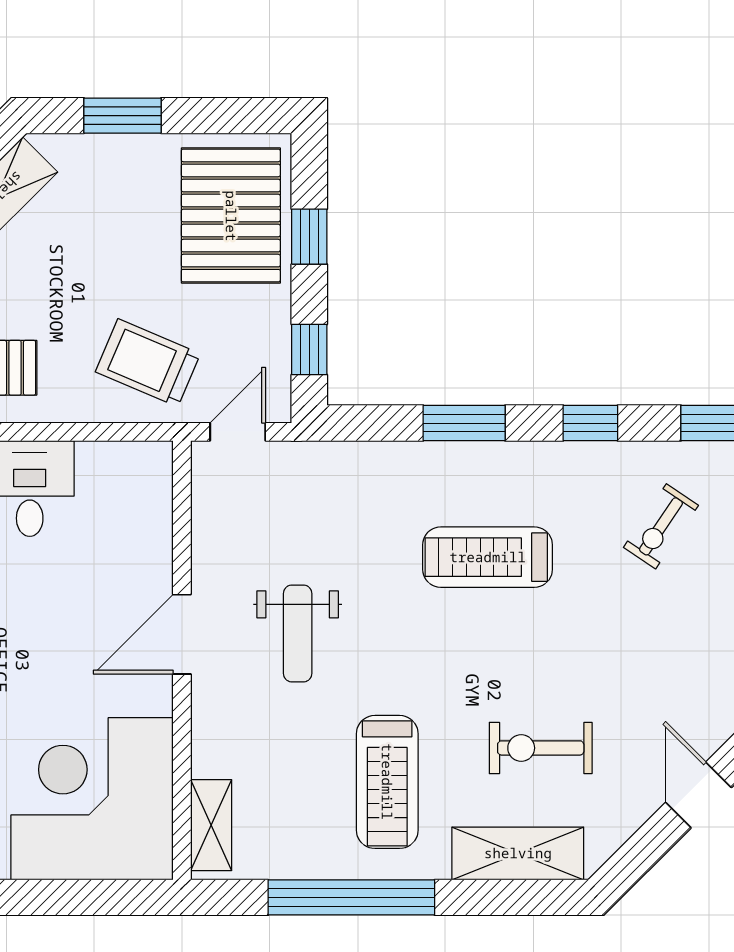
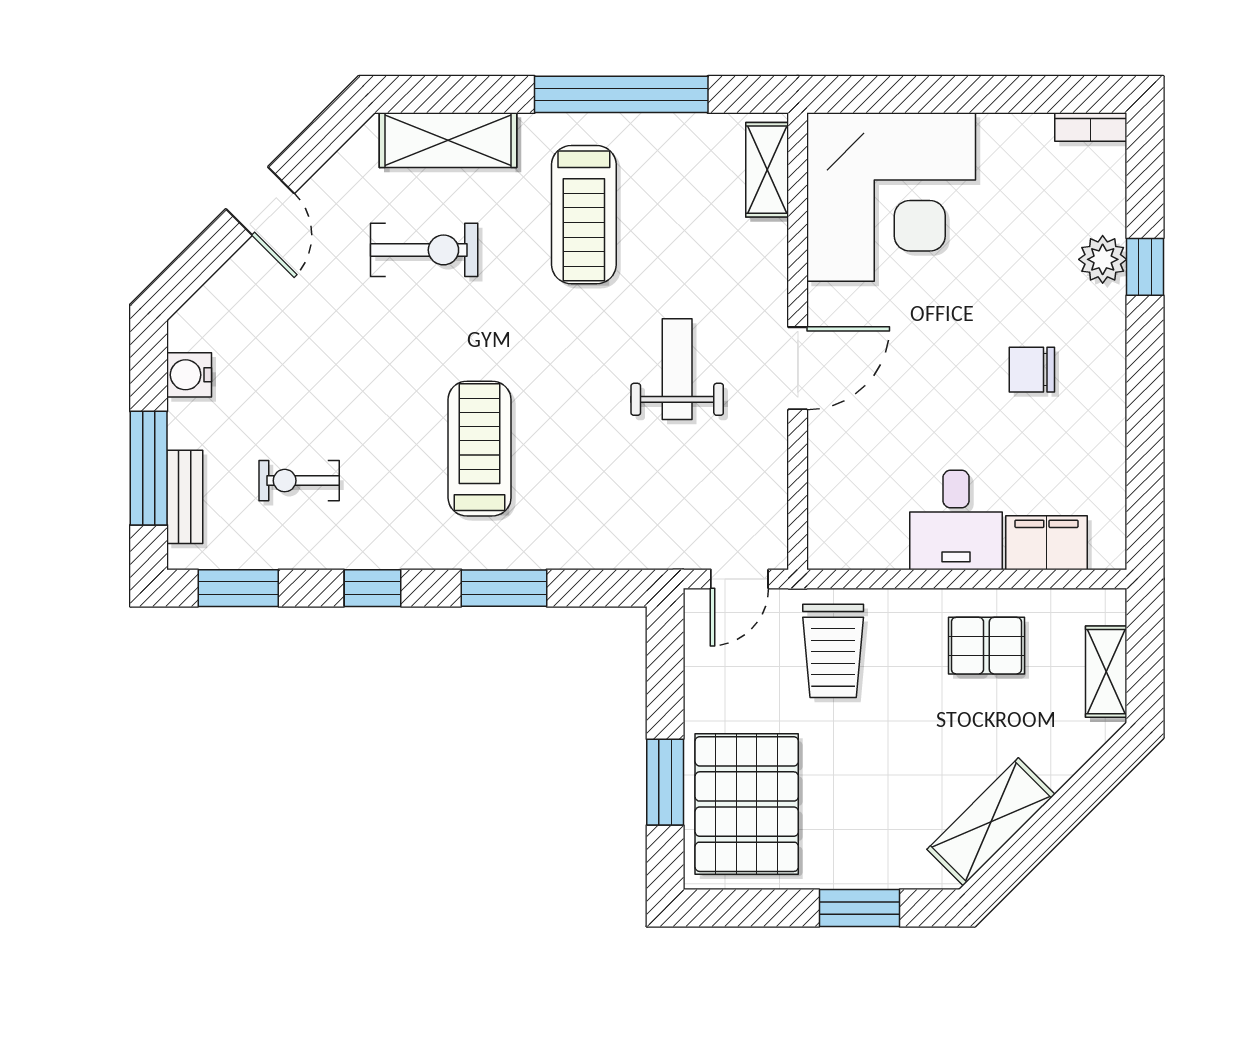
window: (309, 237) -> (665, 782), width x1.50
window: (309, 350) -> (665, 665), removed
trolley: (148, 363) -> (833, 651), turned 67
exercise bike: (661, 526) -> (299, 481), turned -124
treadmill: (488, 557) -> (480, 449), turned -90
treadmill: (387, 782) -> (584, 215), turned 180

